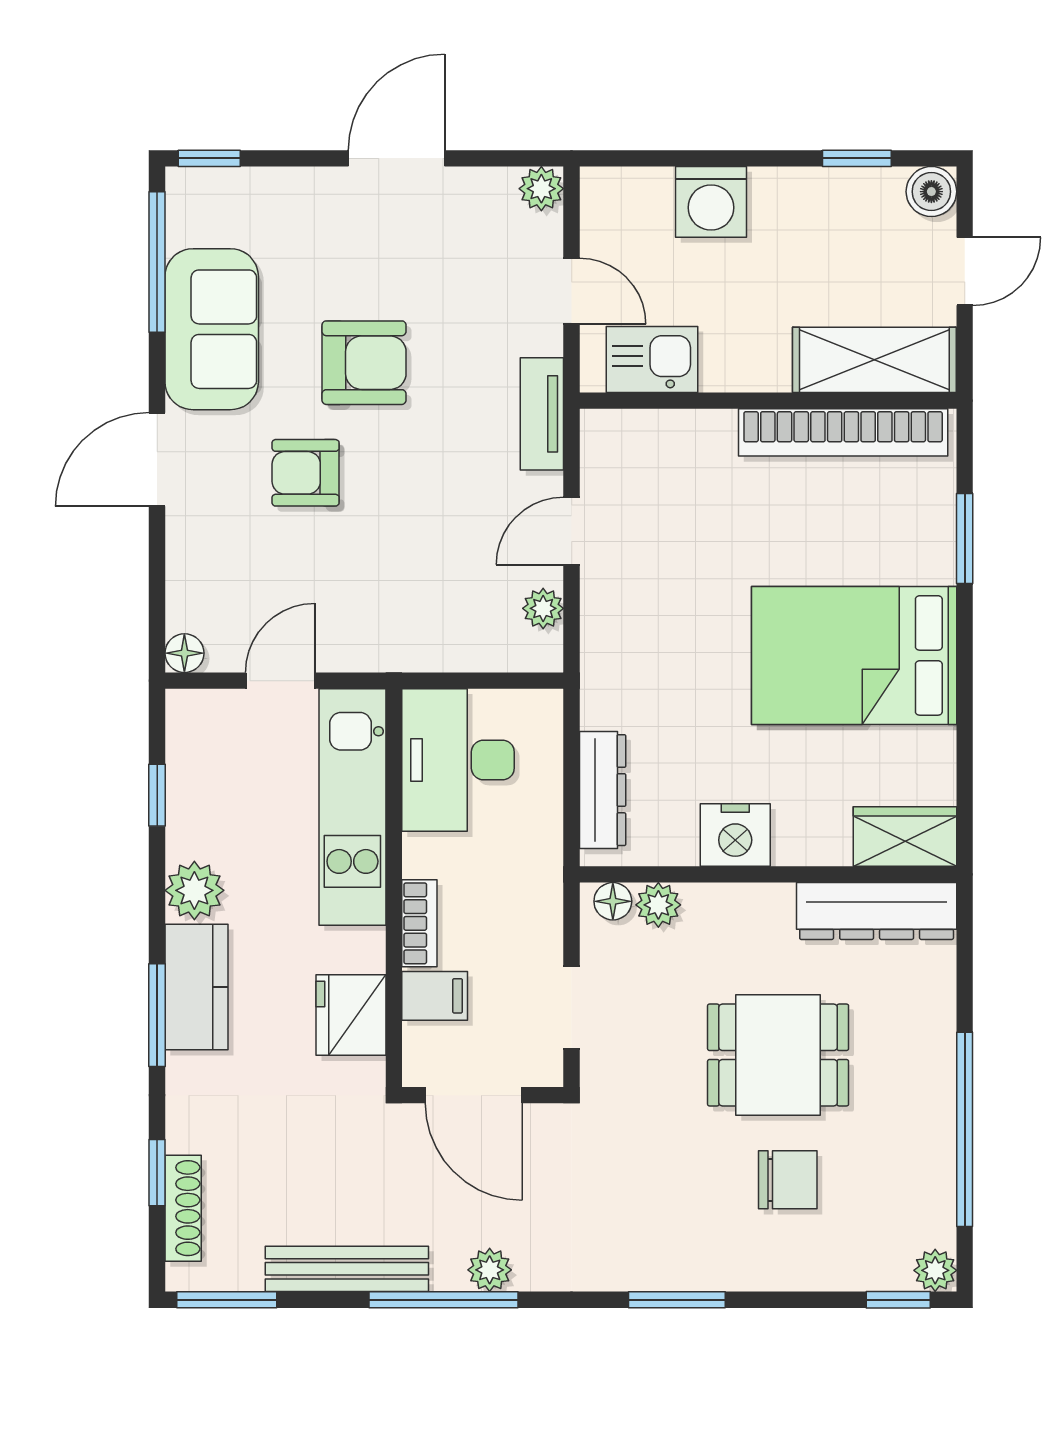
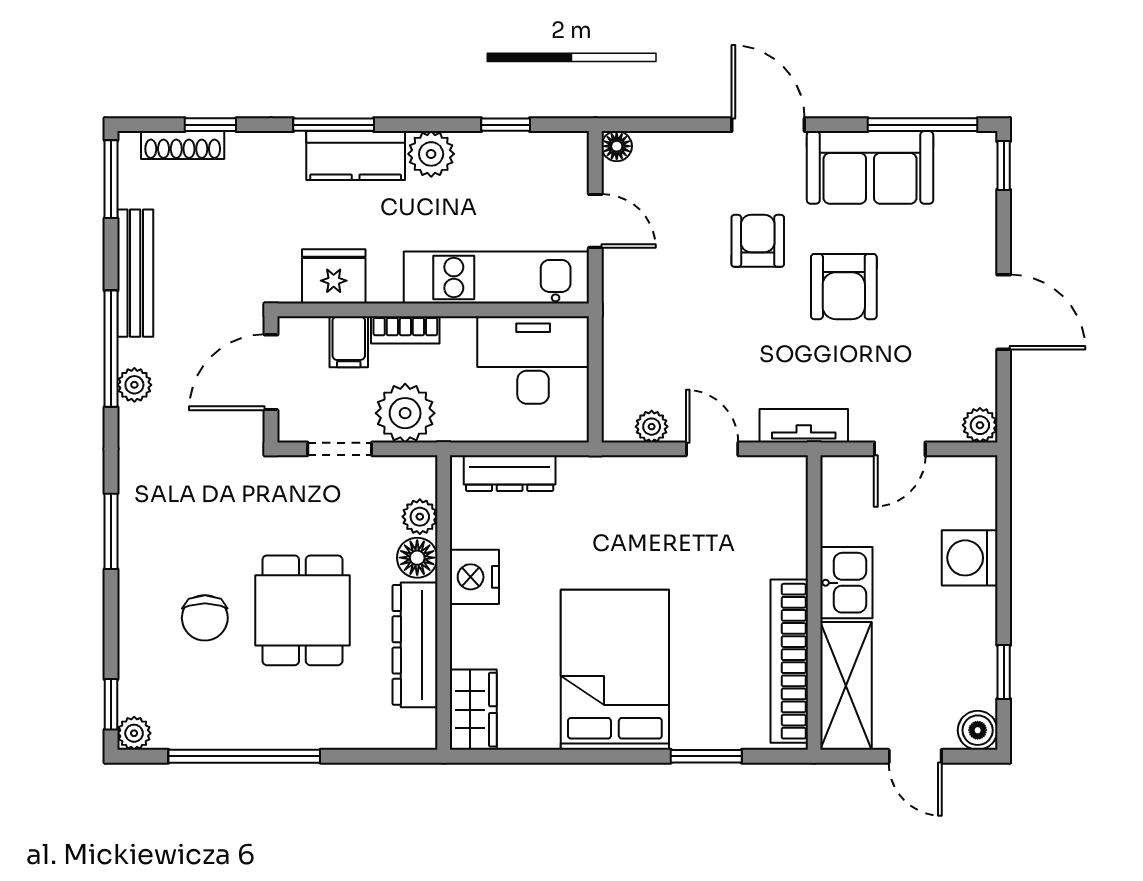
kitchen sink: (652, 359) -> (846, 583), moved
floor lamp: (613, 901) -> (417, 558), moved, width x1.37, depth x1.37
dresser: (877, 911) -> (415, 645), moved
plant: (526, 924) -> (405, 413), added

